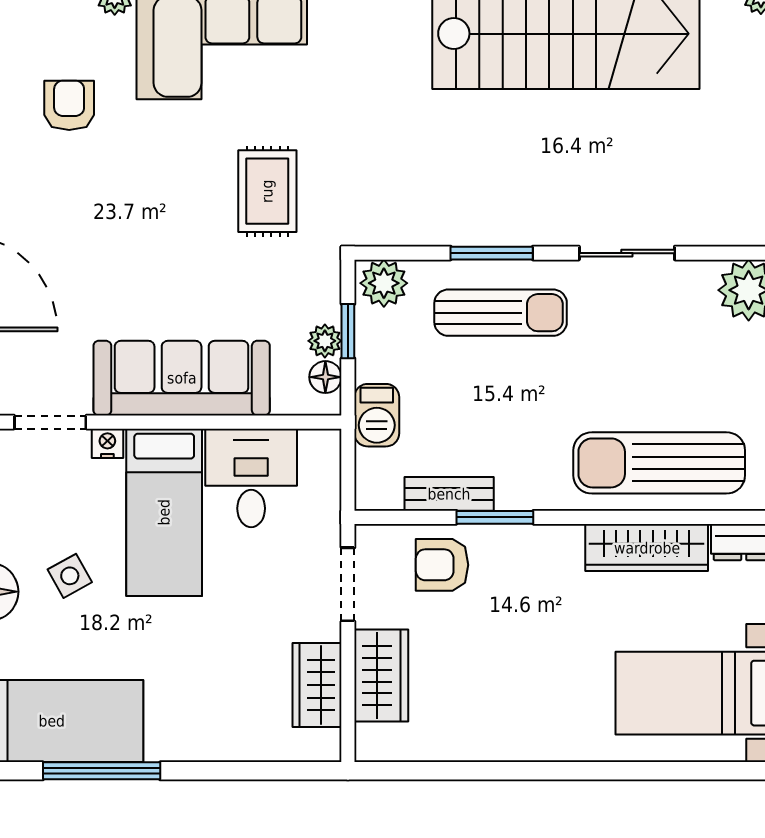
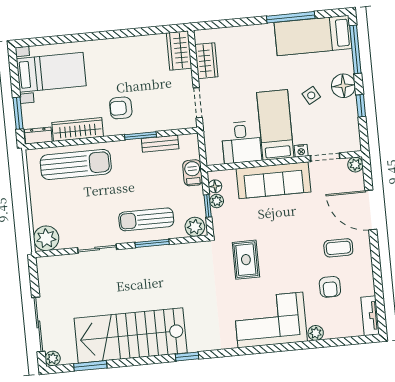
coffee table: (40, 198) -> (338, 248), added
armchair: (442, 565) -> (121, 108), moved, turned 180
wardrobe: (381, 676) -> (179, 51), moved

